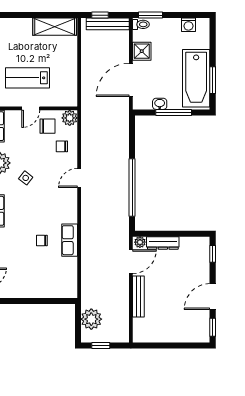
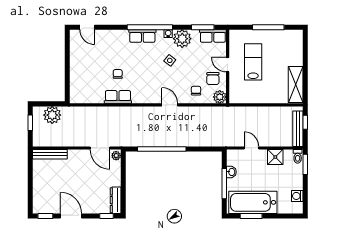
door: (131, 80) -> (251, 148), width x0.53
dresser: (163, 243) -> (116, 200), moved
bench: (138, 296) -> (50, 154), moved

